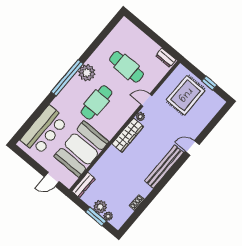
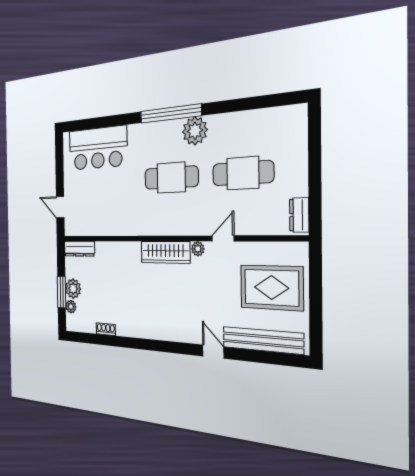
cafe table: (127, 67) -> (243, 173), turned 90
window: (209, 83) -> (316, 308), removed
door: (146, 100) -> (223, 238), hinge flipped
booth: (81, 149) -> (111, 210), removed
bench: (164, 167) -> (262, 340), moved

